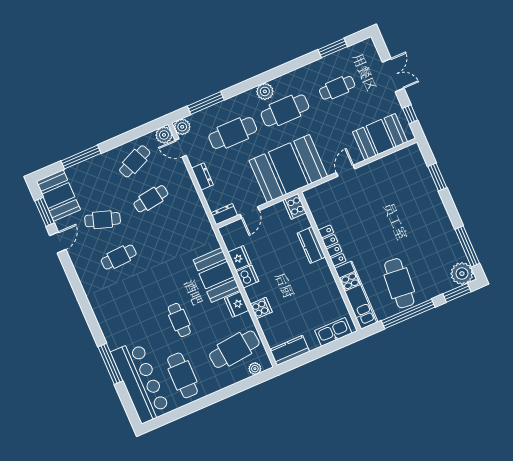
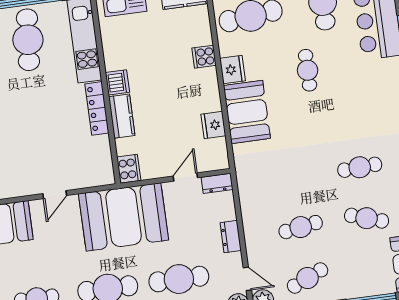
dishwasher: (247, 277) -> (117, 82), moved, turned 180

